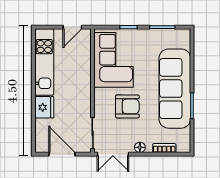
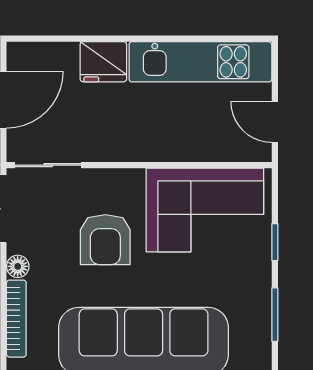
bookcase: (164, 148) -> (16, 319), width x1.56

